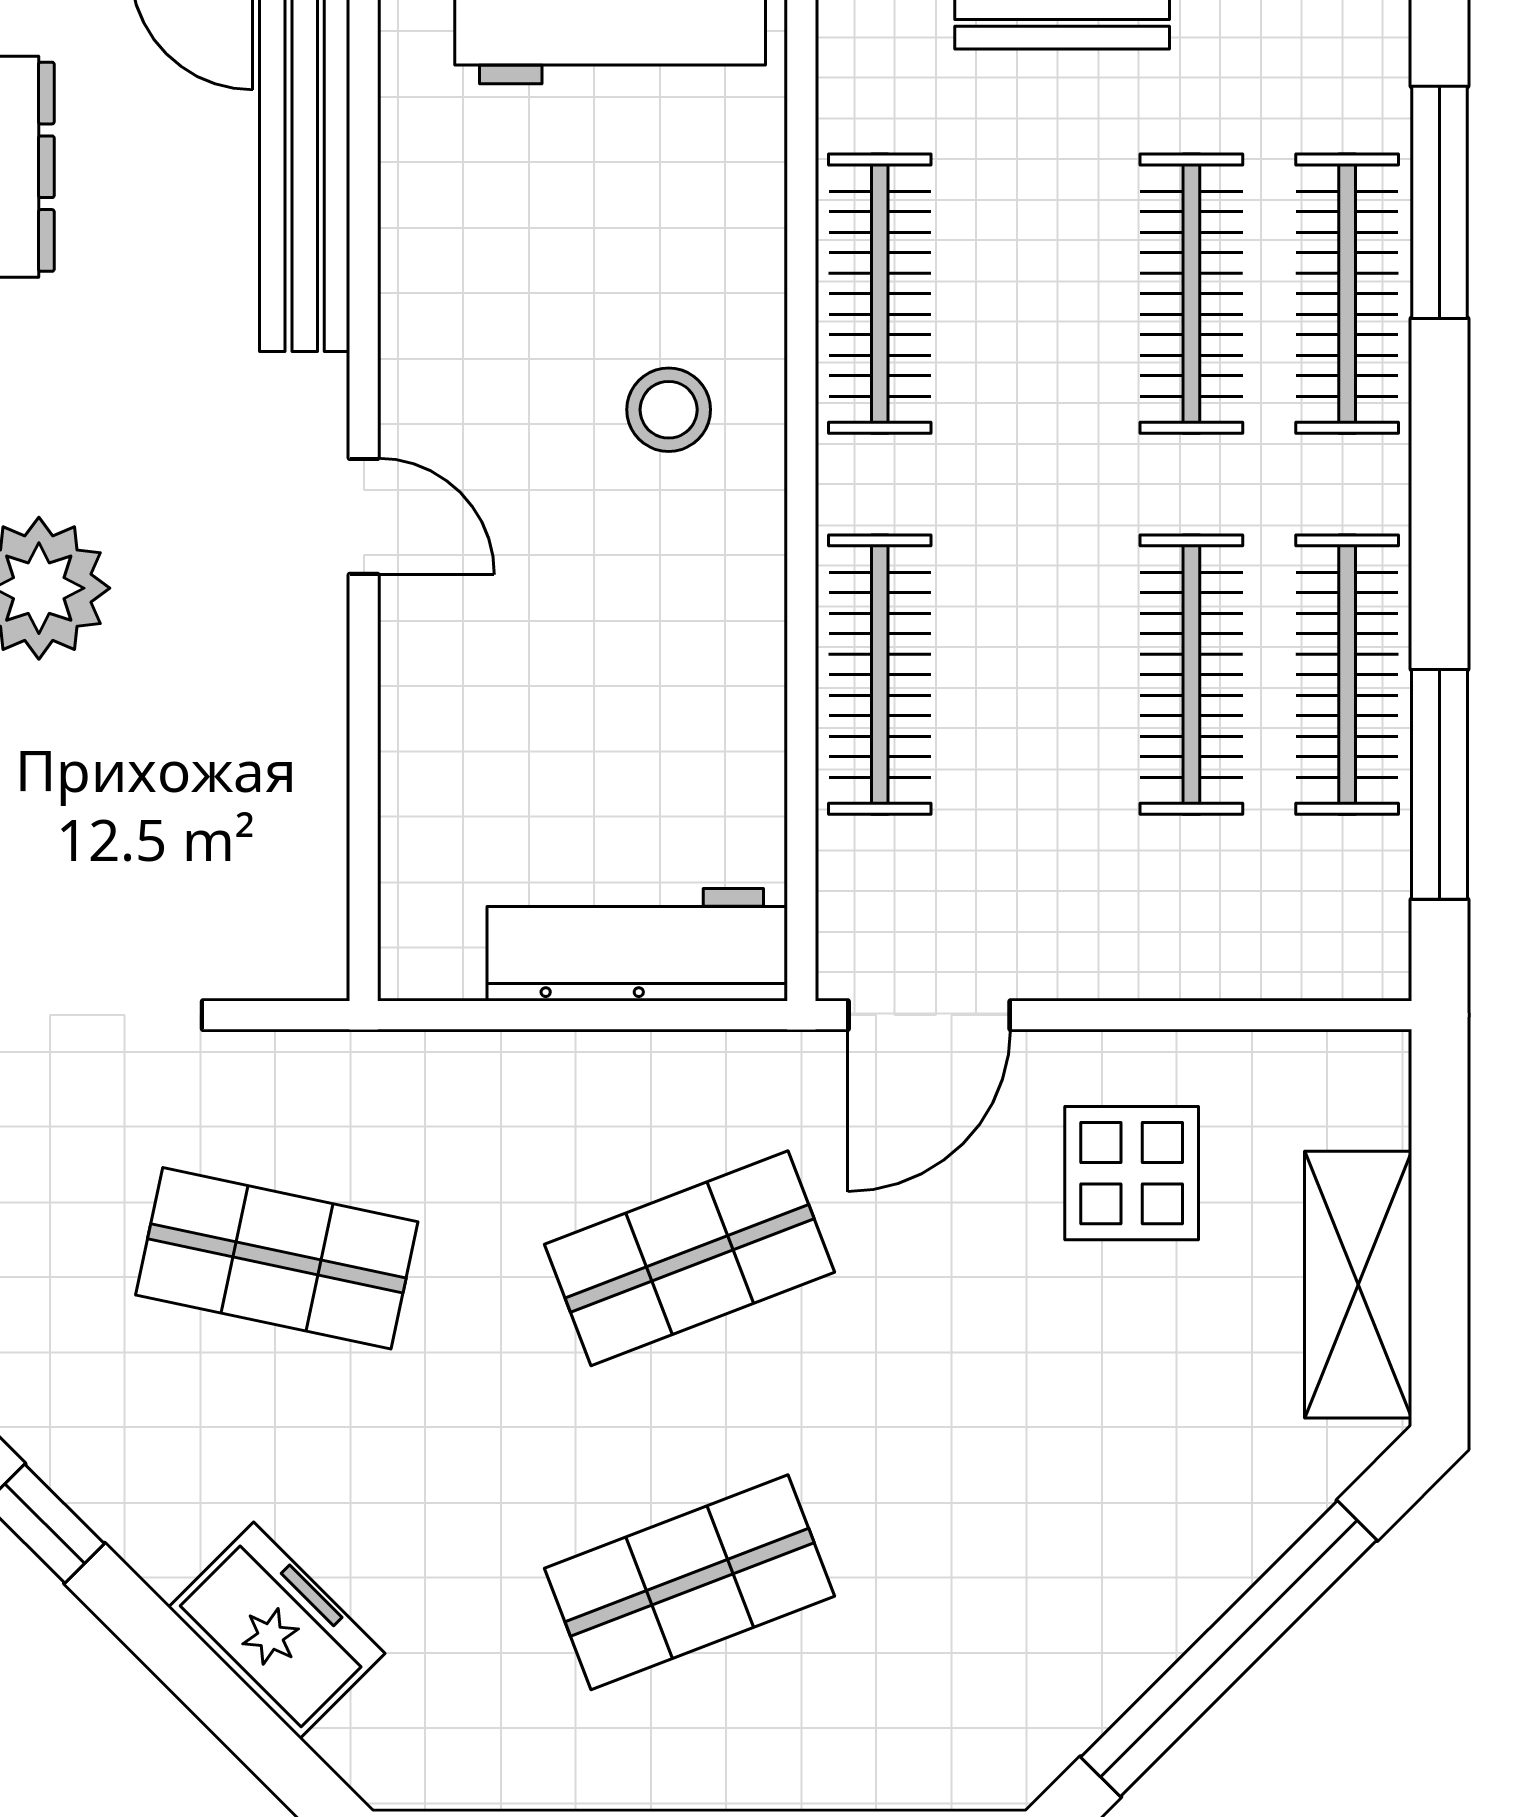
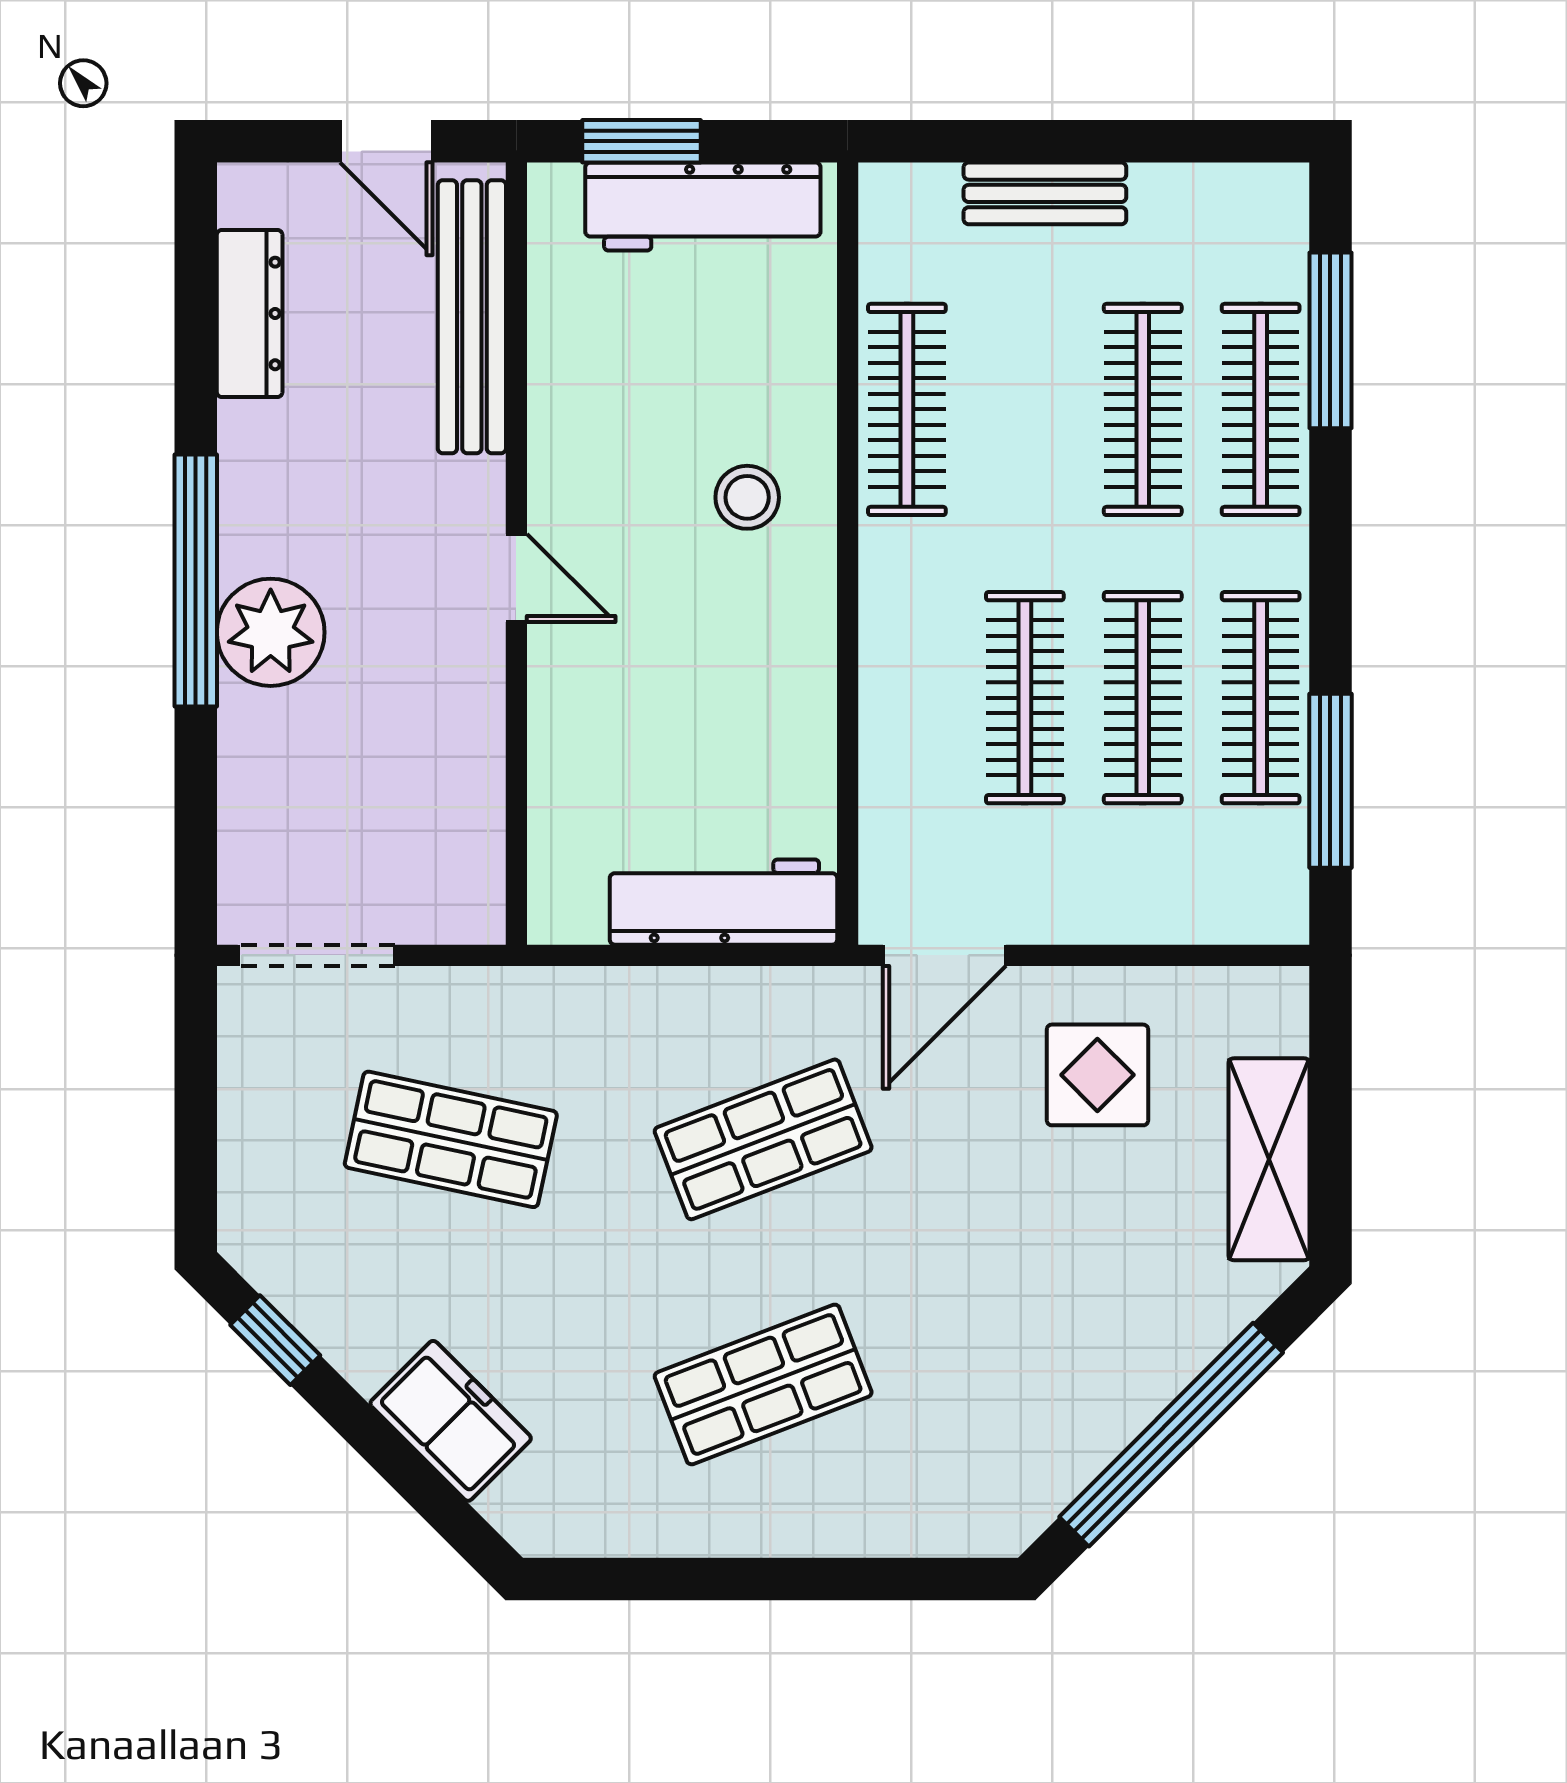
clothes rail: (880, 675) -> (1025, 698), moved

